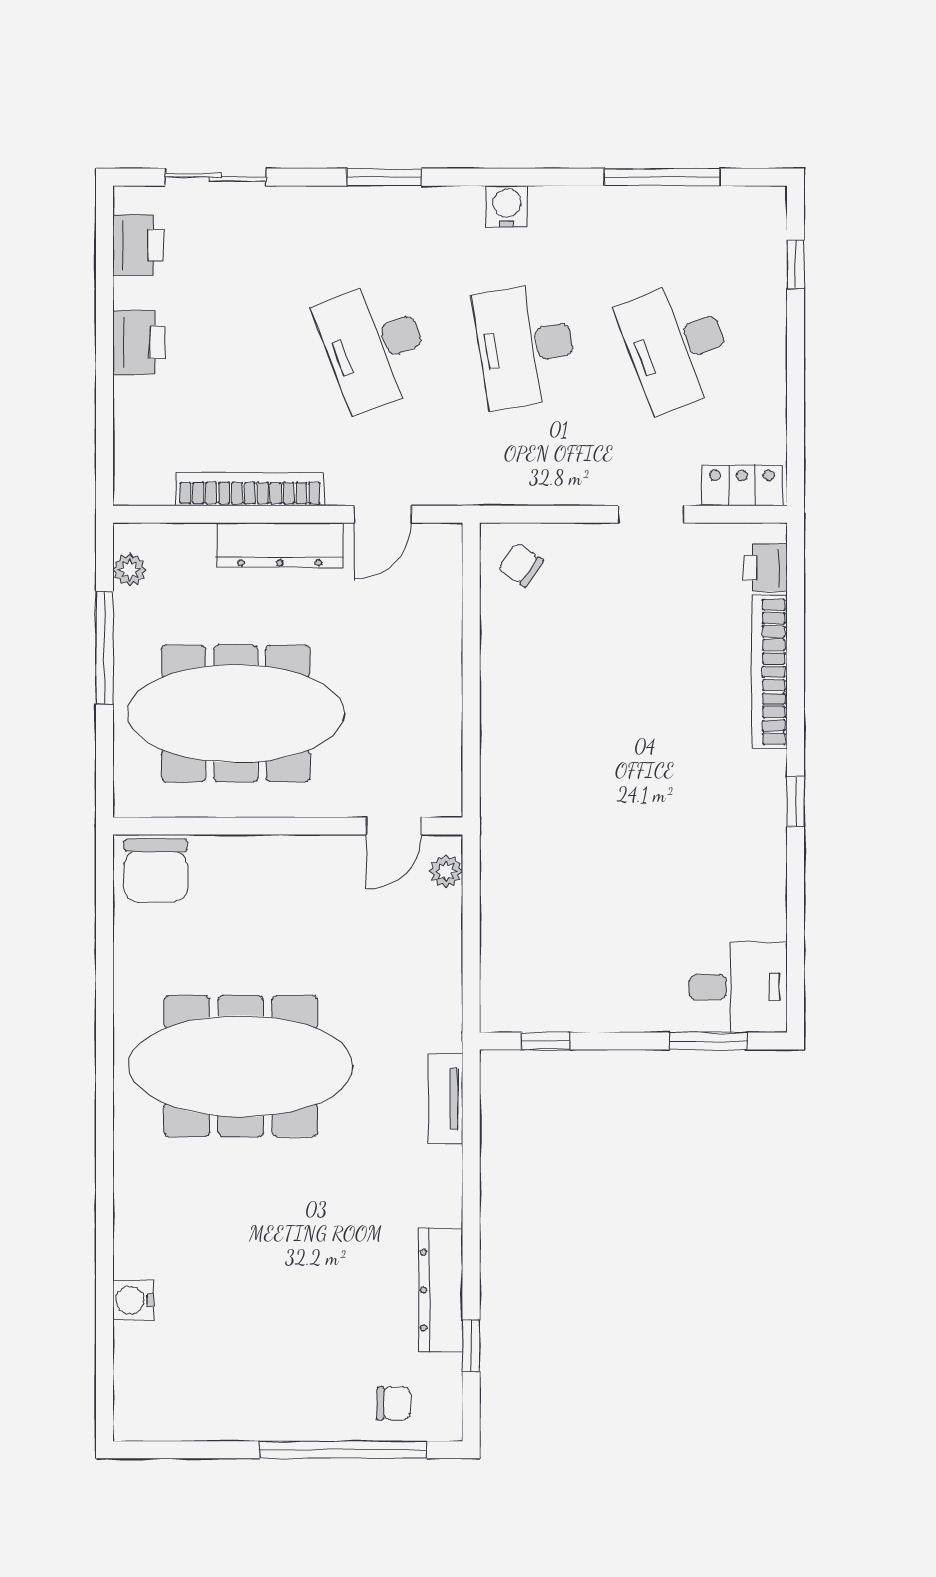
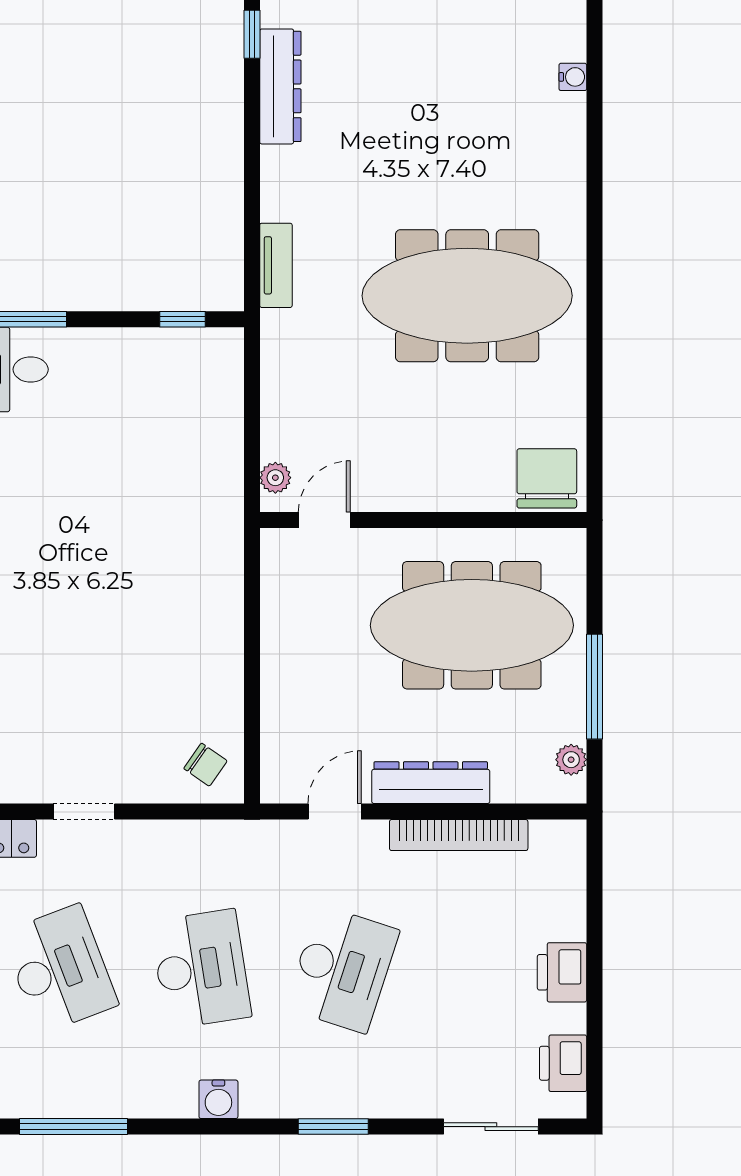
desk: (374, 346) -> (342, 969), turned 39
water cooler: (133, 1300) -> (573, 77), width x0.72, depth x0.72

